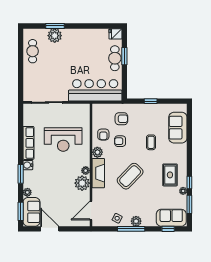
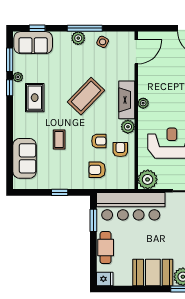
booth: (78, 39) -> (153, 272), added
window: (124, 56) -> (93, 220), moved
plant: (82, 183) -> (148, 179), moved

